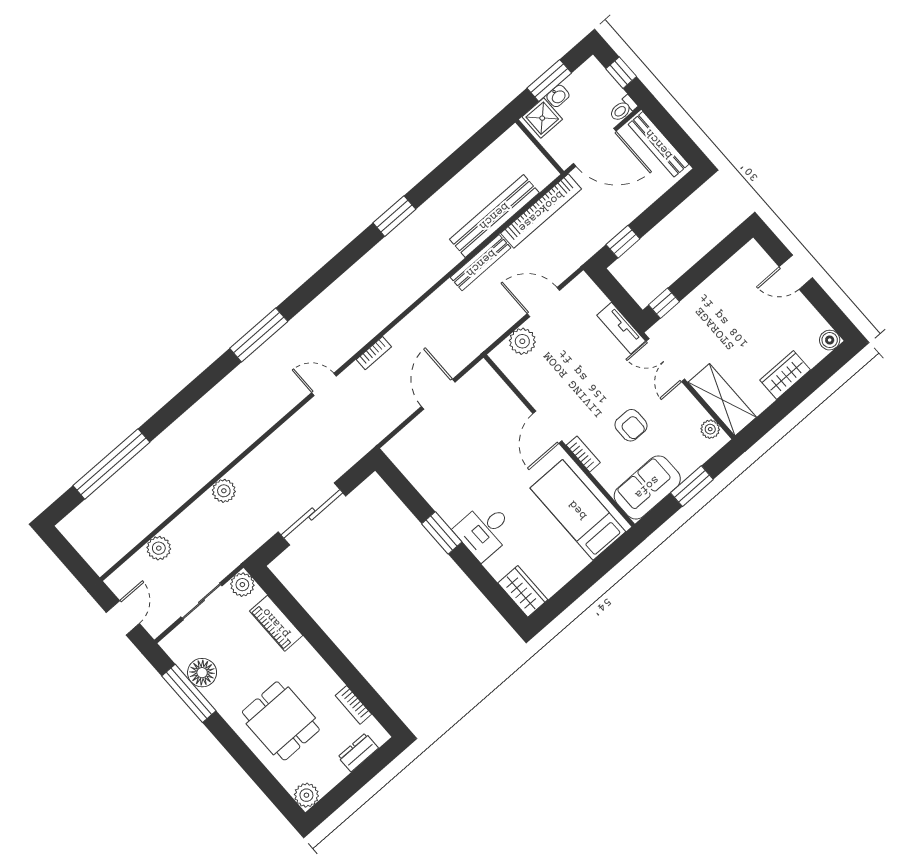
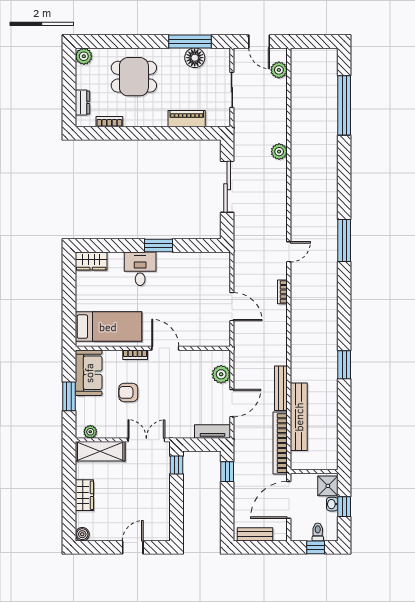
window: (549, 81) -> (344, 507), width x0.67
toilet: (623, 109) -> (318, 532), moved
bench: (659, 144) -> (255, 534), width x0.73
tv unit: (621, 328) -> (212, 431), moved
plant: (159, 548) -> (279, 70), moved
plant: (242, 585) -> (222, 119), removed

